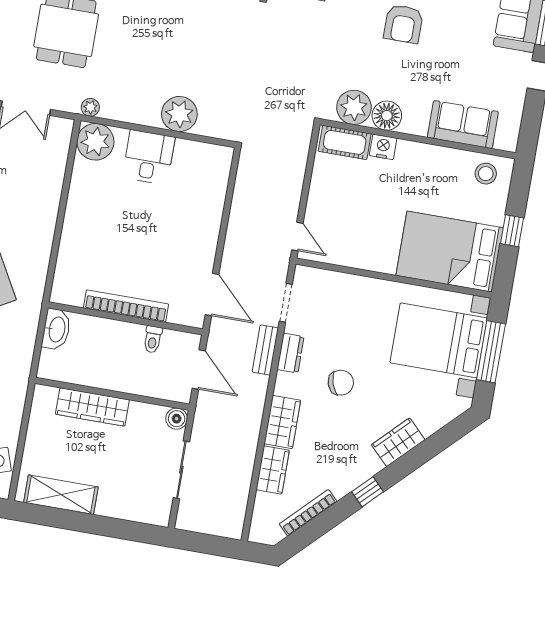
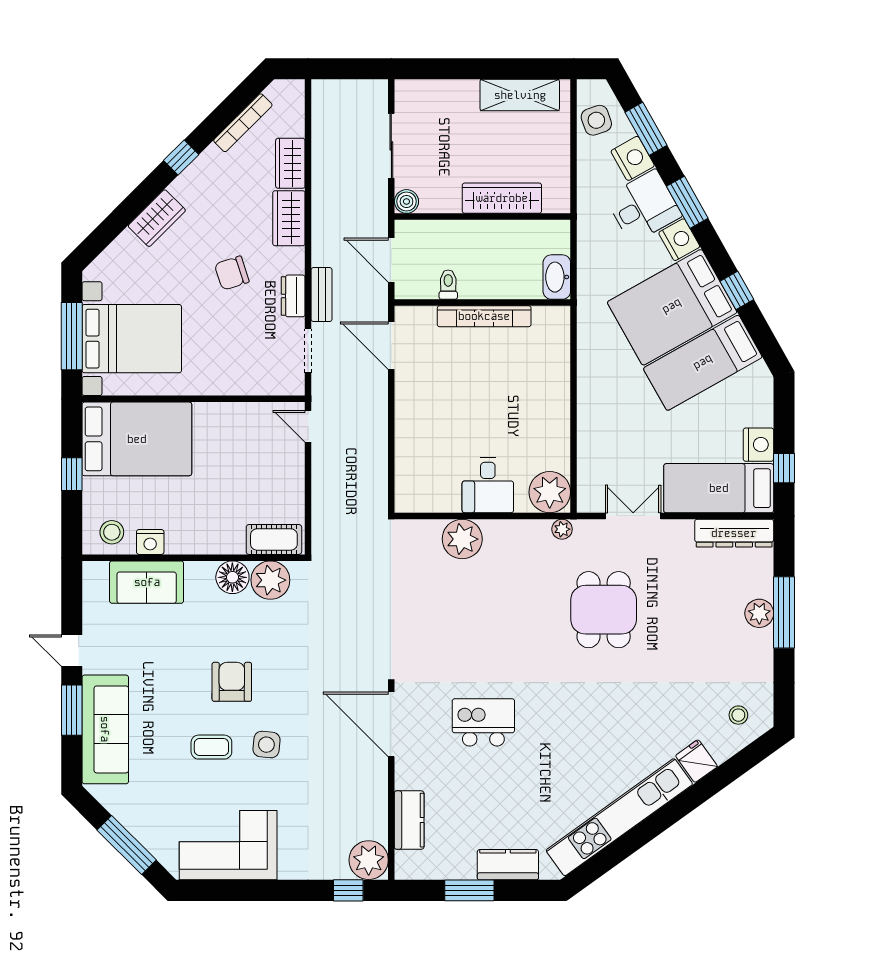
nightstand: (383, 147) -> (150, 542), moved

